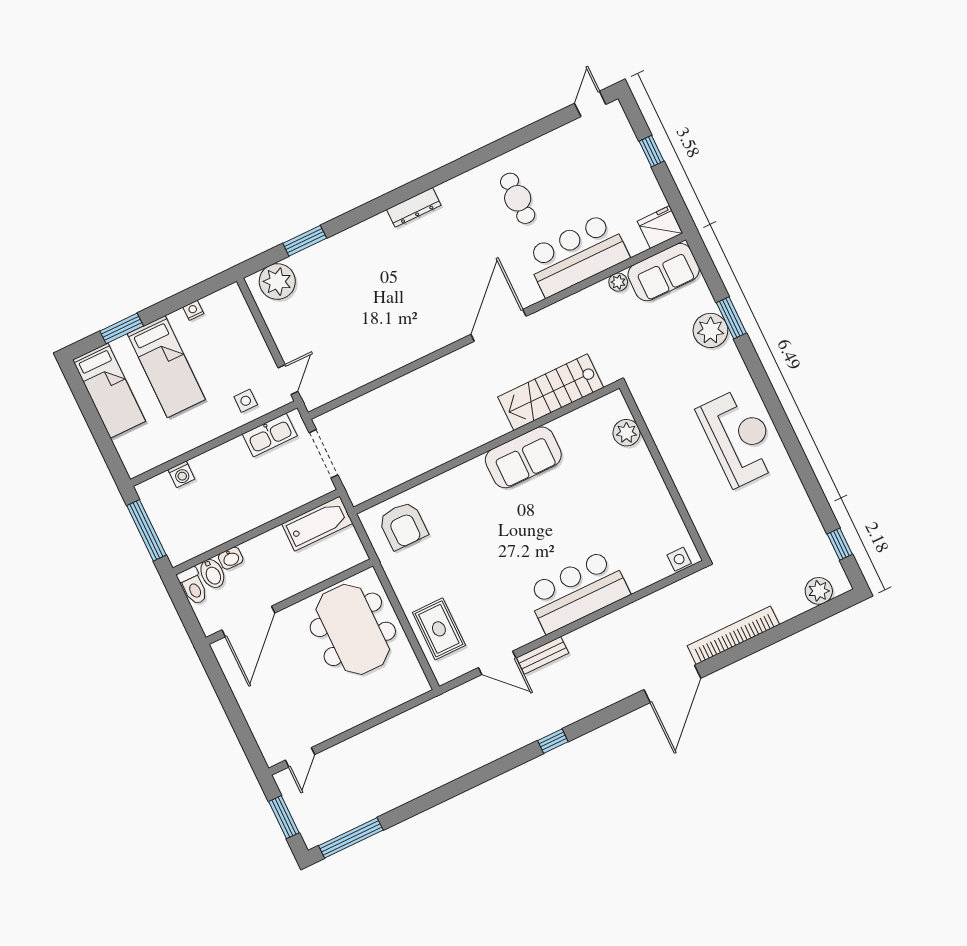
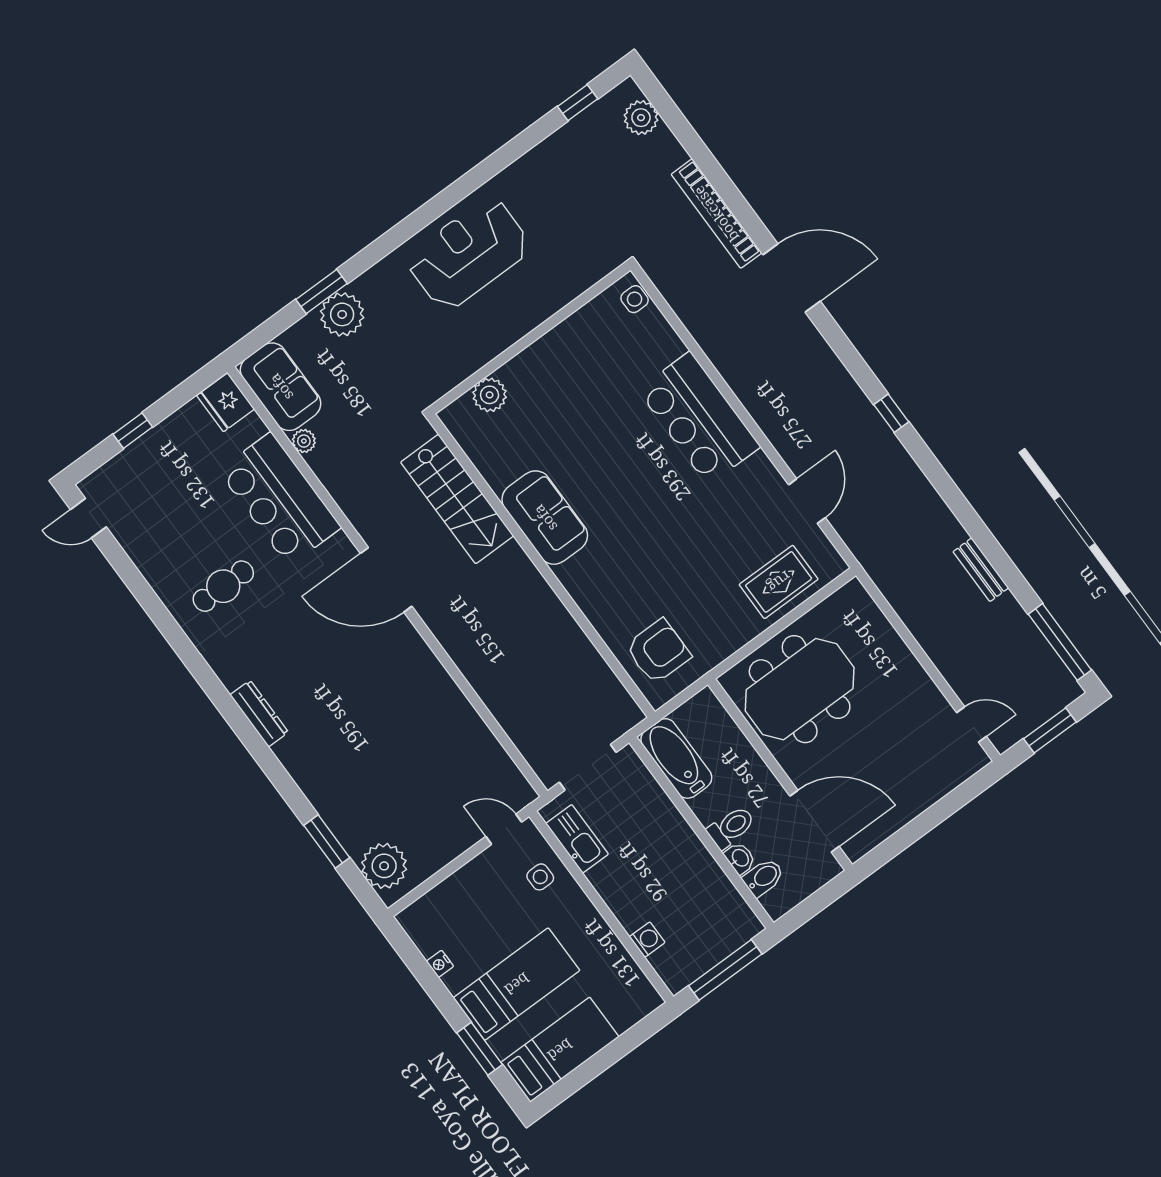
toilet: (193, 586) -> (731, 827), moved
bench: (543, 655) -> (981, 570), moved

